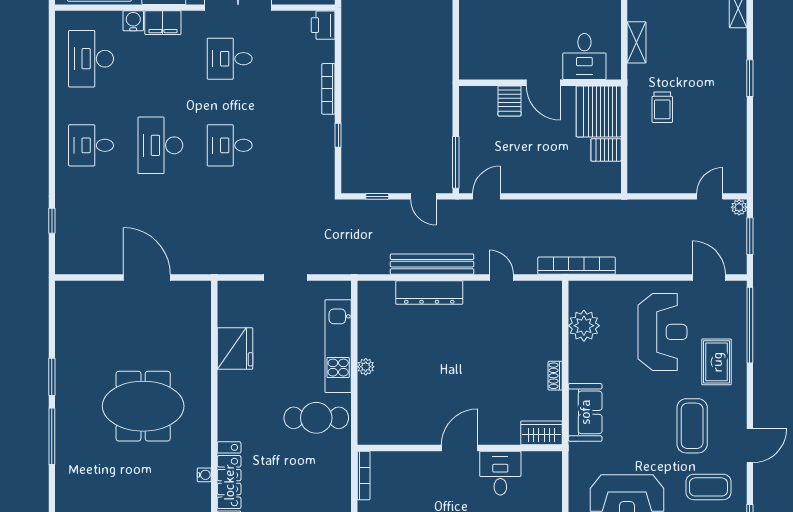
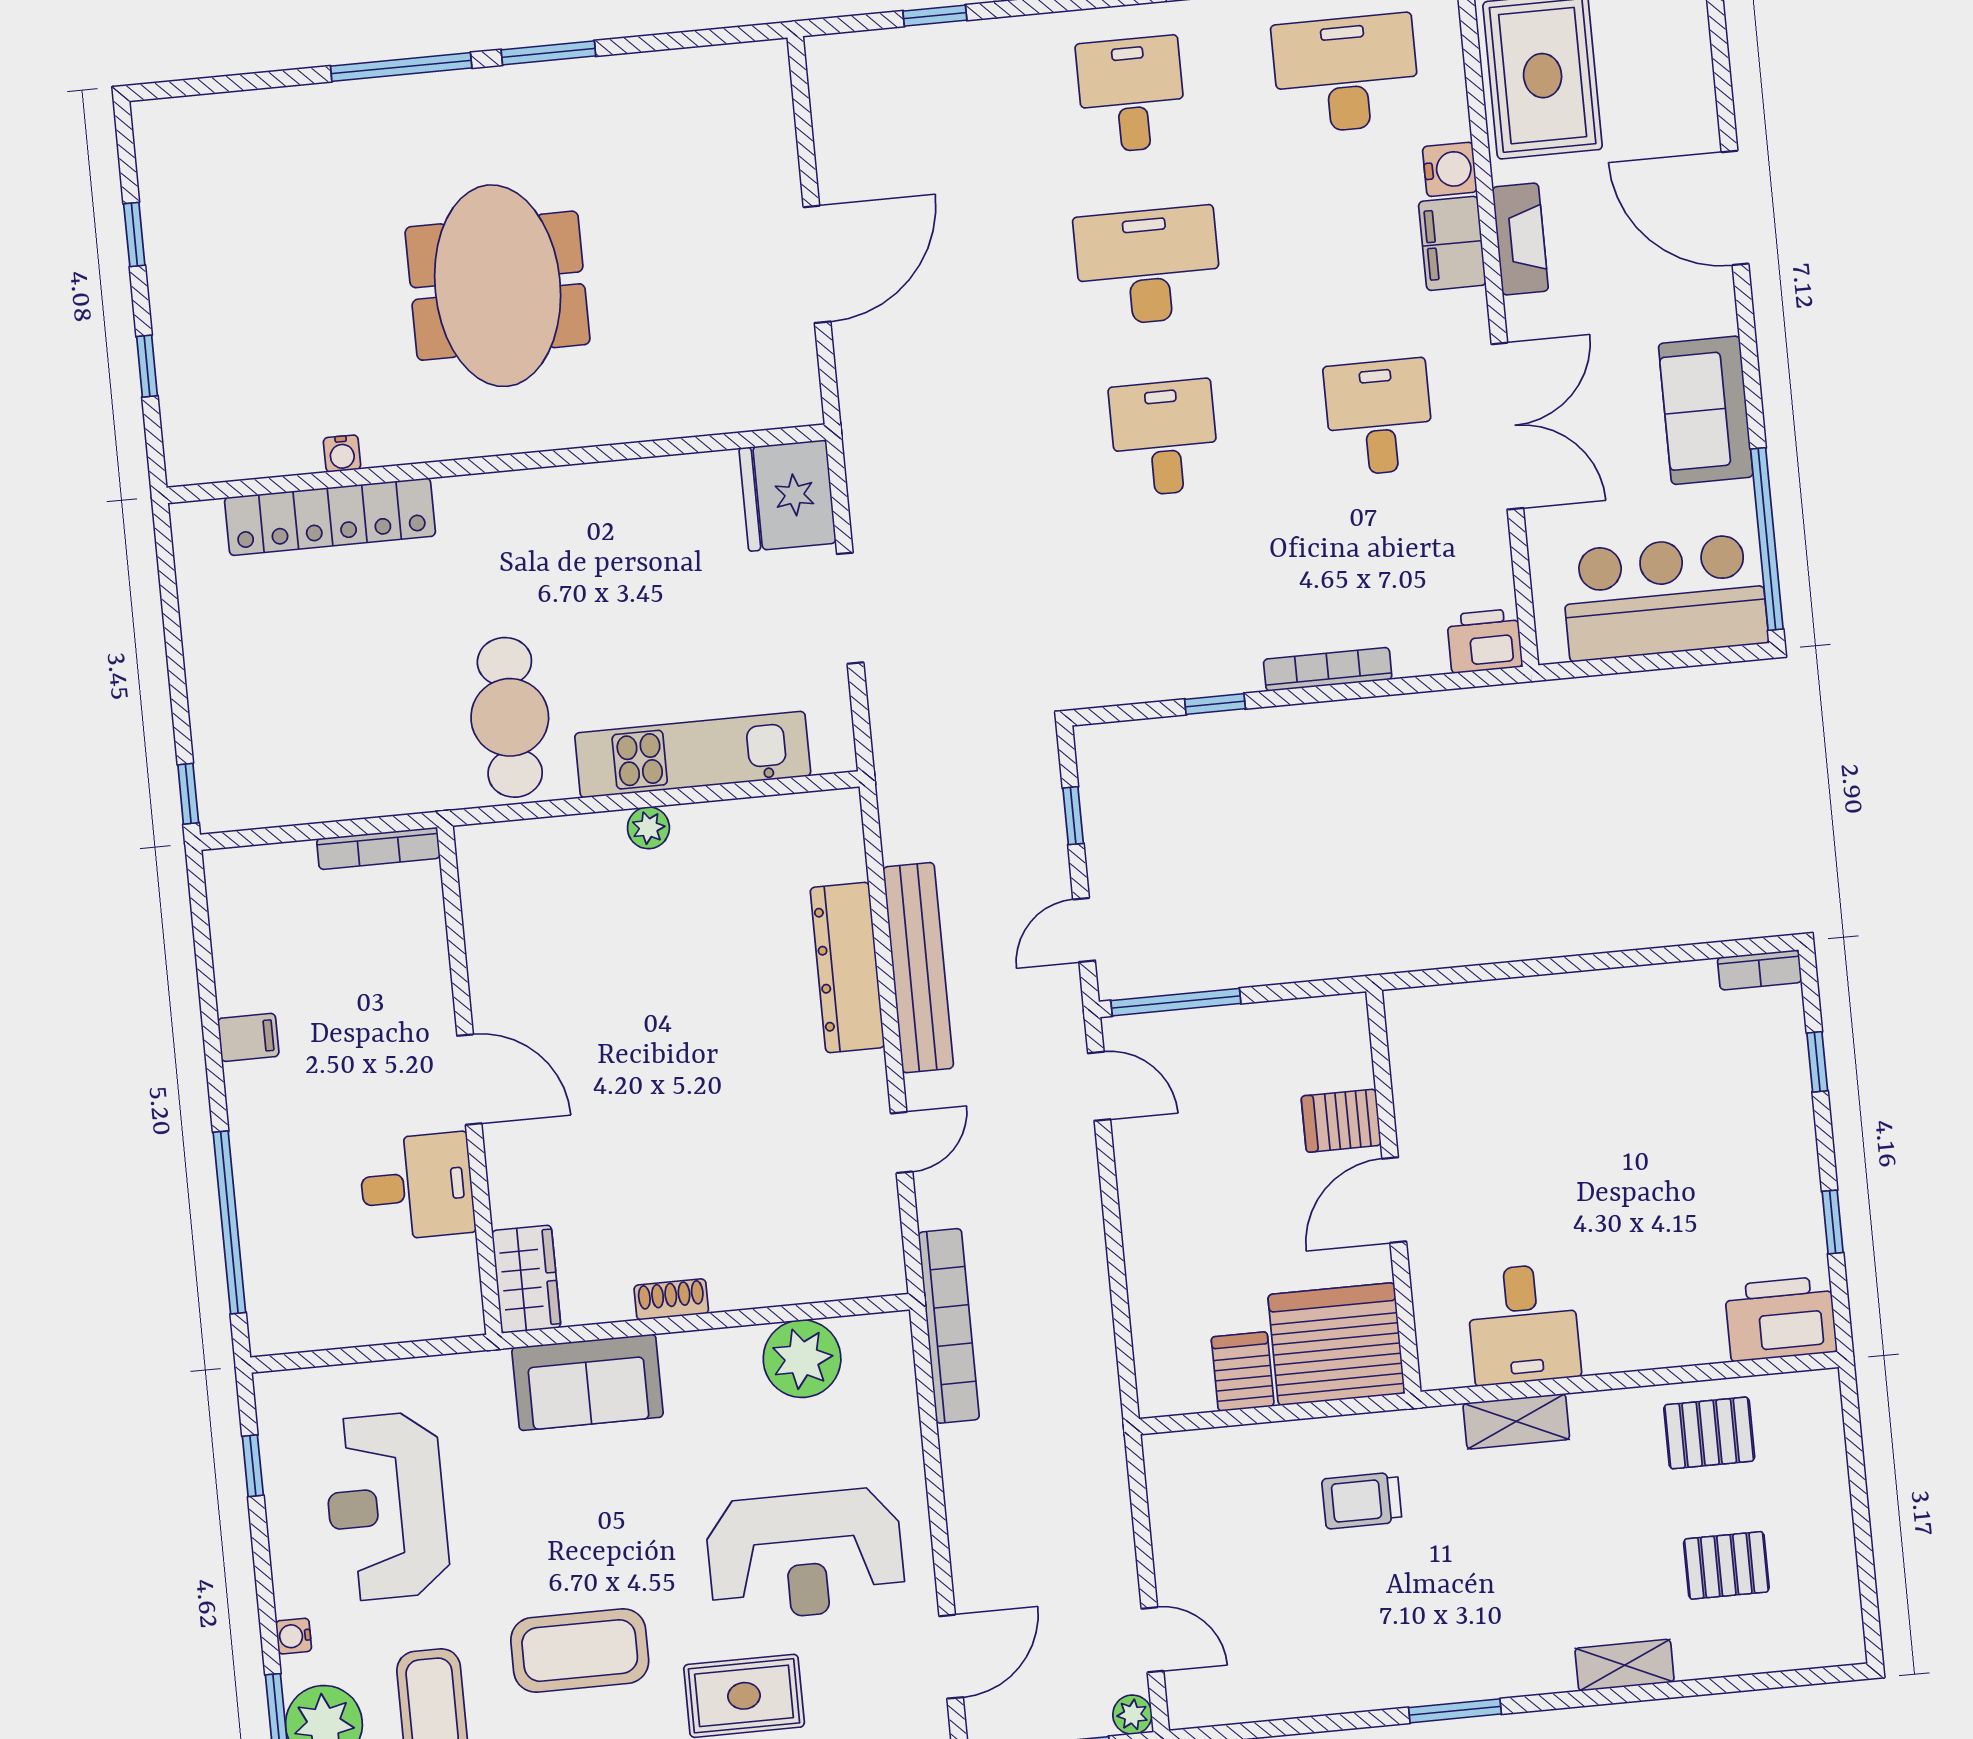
desk: (584, 57) -> (1523, 1324), moved, turned -90
fridge: (235, 348) -> (787, 496), moved, turned 90

